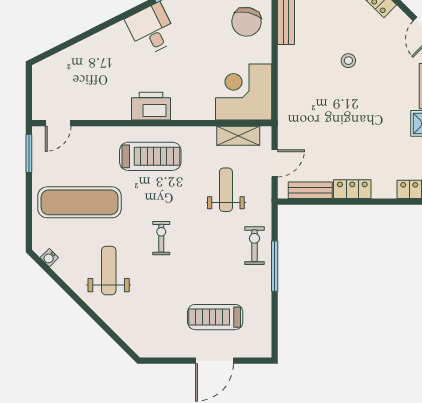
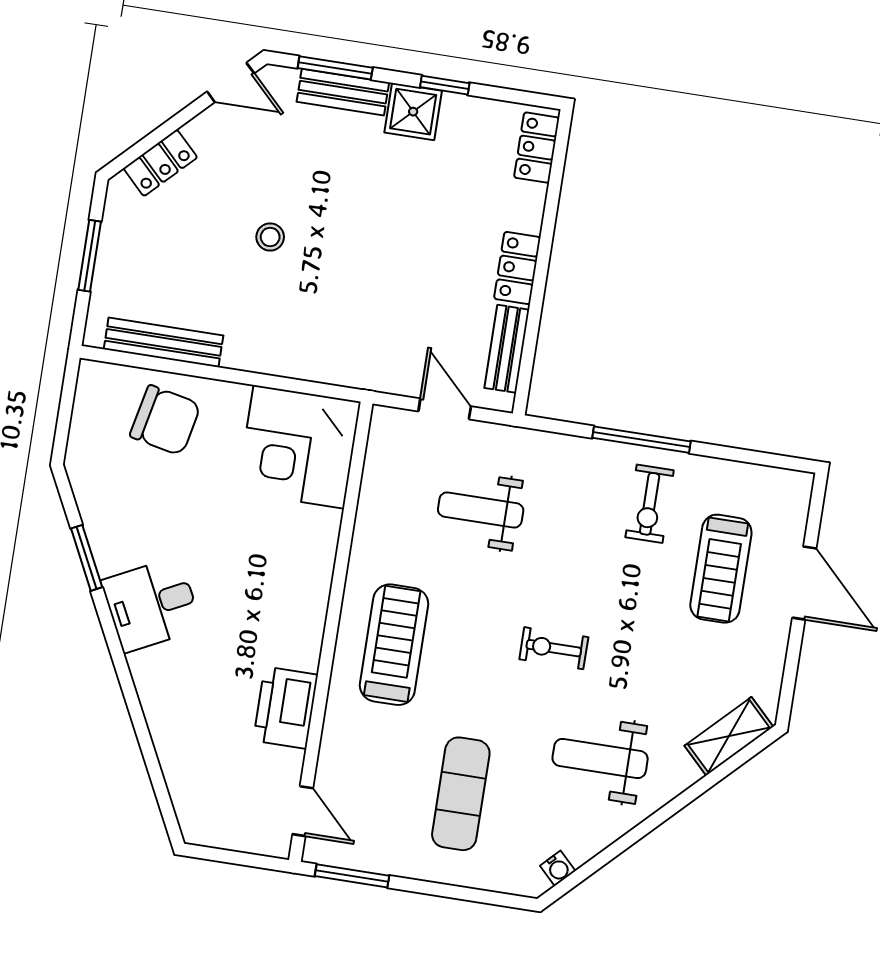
printer: (151, 106) -> (286, 708), moved
shelving: (238, 136) -> (729, 736), moved, turned 45
exercise mat: (80, 202) -> (461, 794), width x0.73, depth x0.69
exercise bike: (254, 246) -> (650, 504), moved, turned -90

